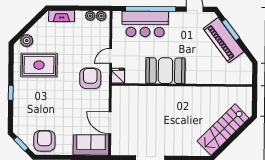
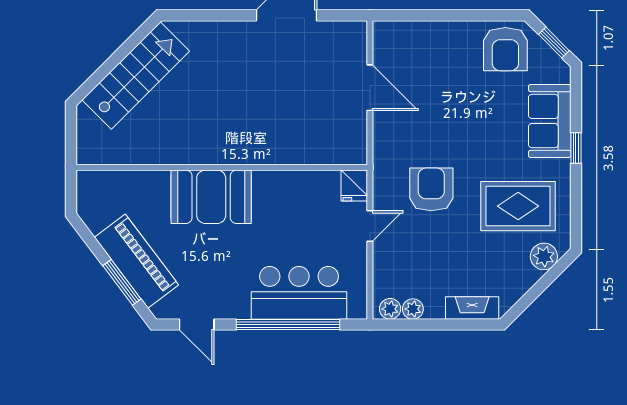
booth: (165, 71) -> (211, 197), moved
armchair: (90, 78) -> (431, 189), moved, turned 180
sofa: (91, 145) -> (550, 121), moved, turned 90

